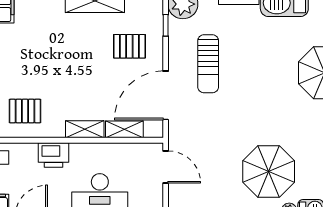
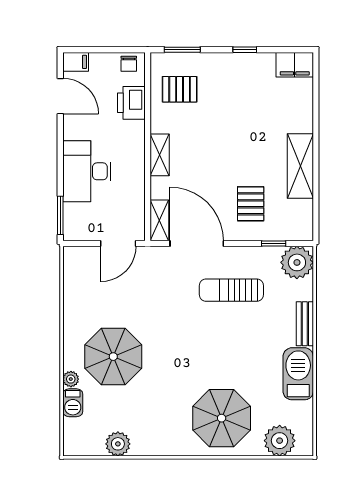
pallet: (25, 111) -> (180, 89), turned 90
shelving: (124, 129) -> (159, 220), moved
printer: (54, 155) -> (131, 103), moved

